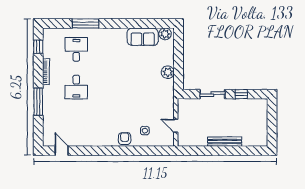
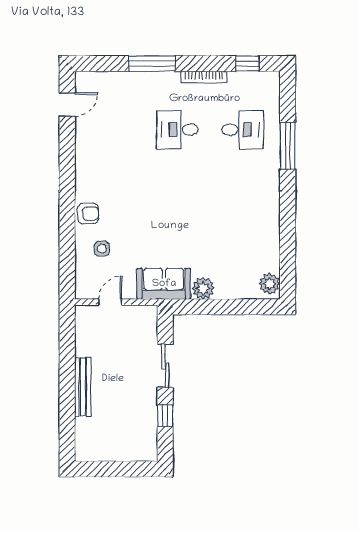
sofa: (143, 37) -> (164, 284), moved, turned 90

